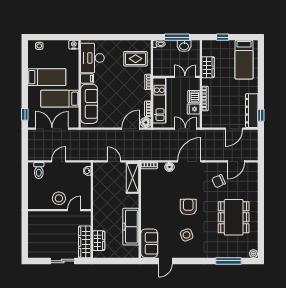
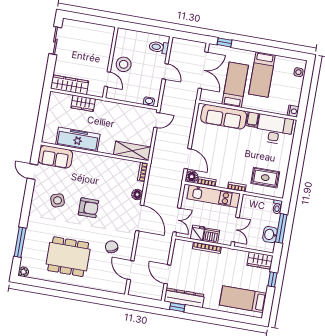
rug: (136, 59) -> (265, 178), turned 90
wardrobe: (208, 67) -> (260, 260), moved
door: (114, 161) -> (157, 120), moved
wardrobe: (99, 241) -> (83, 103), moved
sliding door: (63, 261) -> (55, 41), moved

